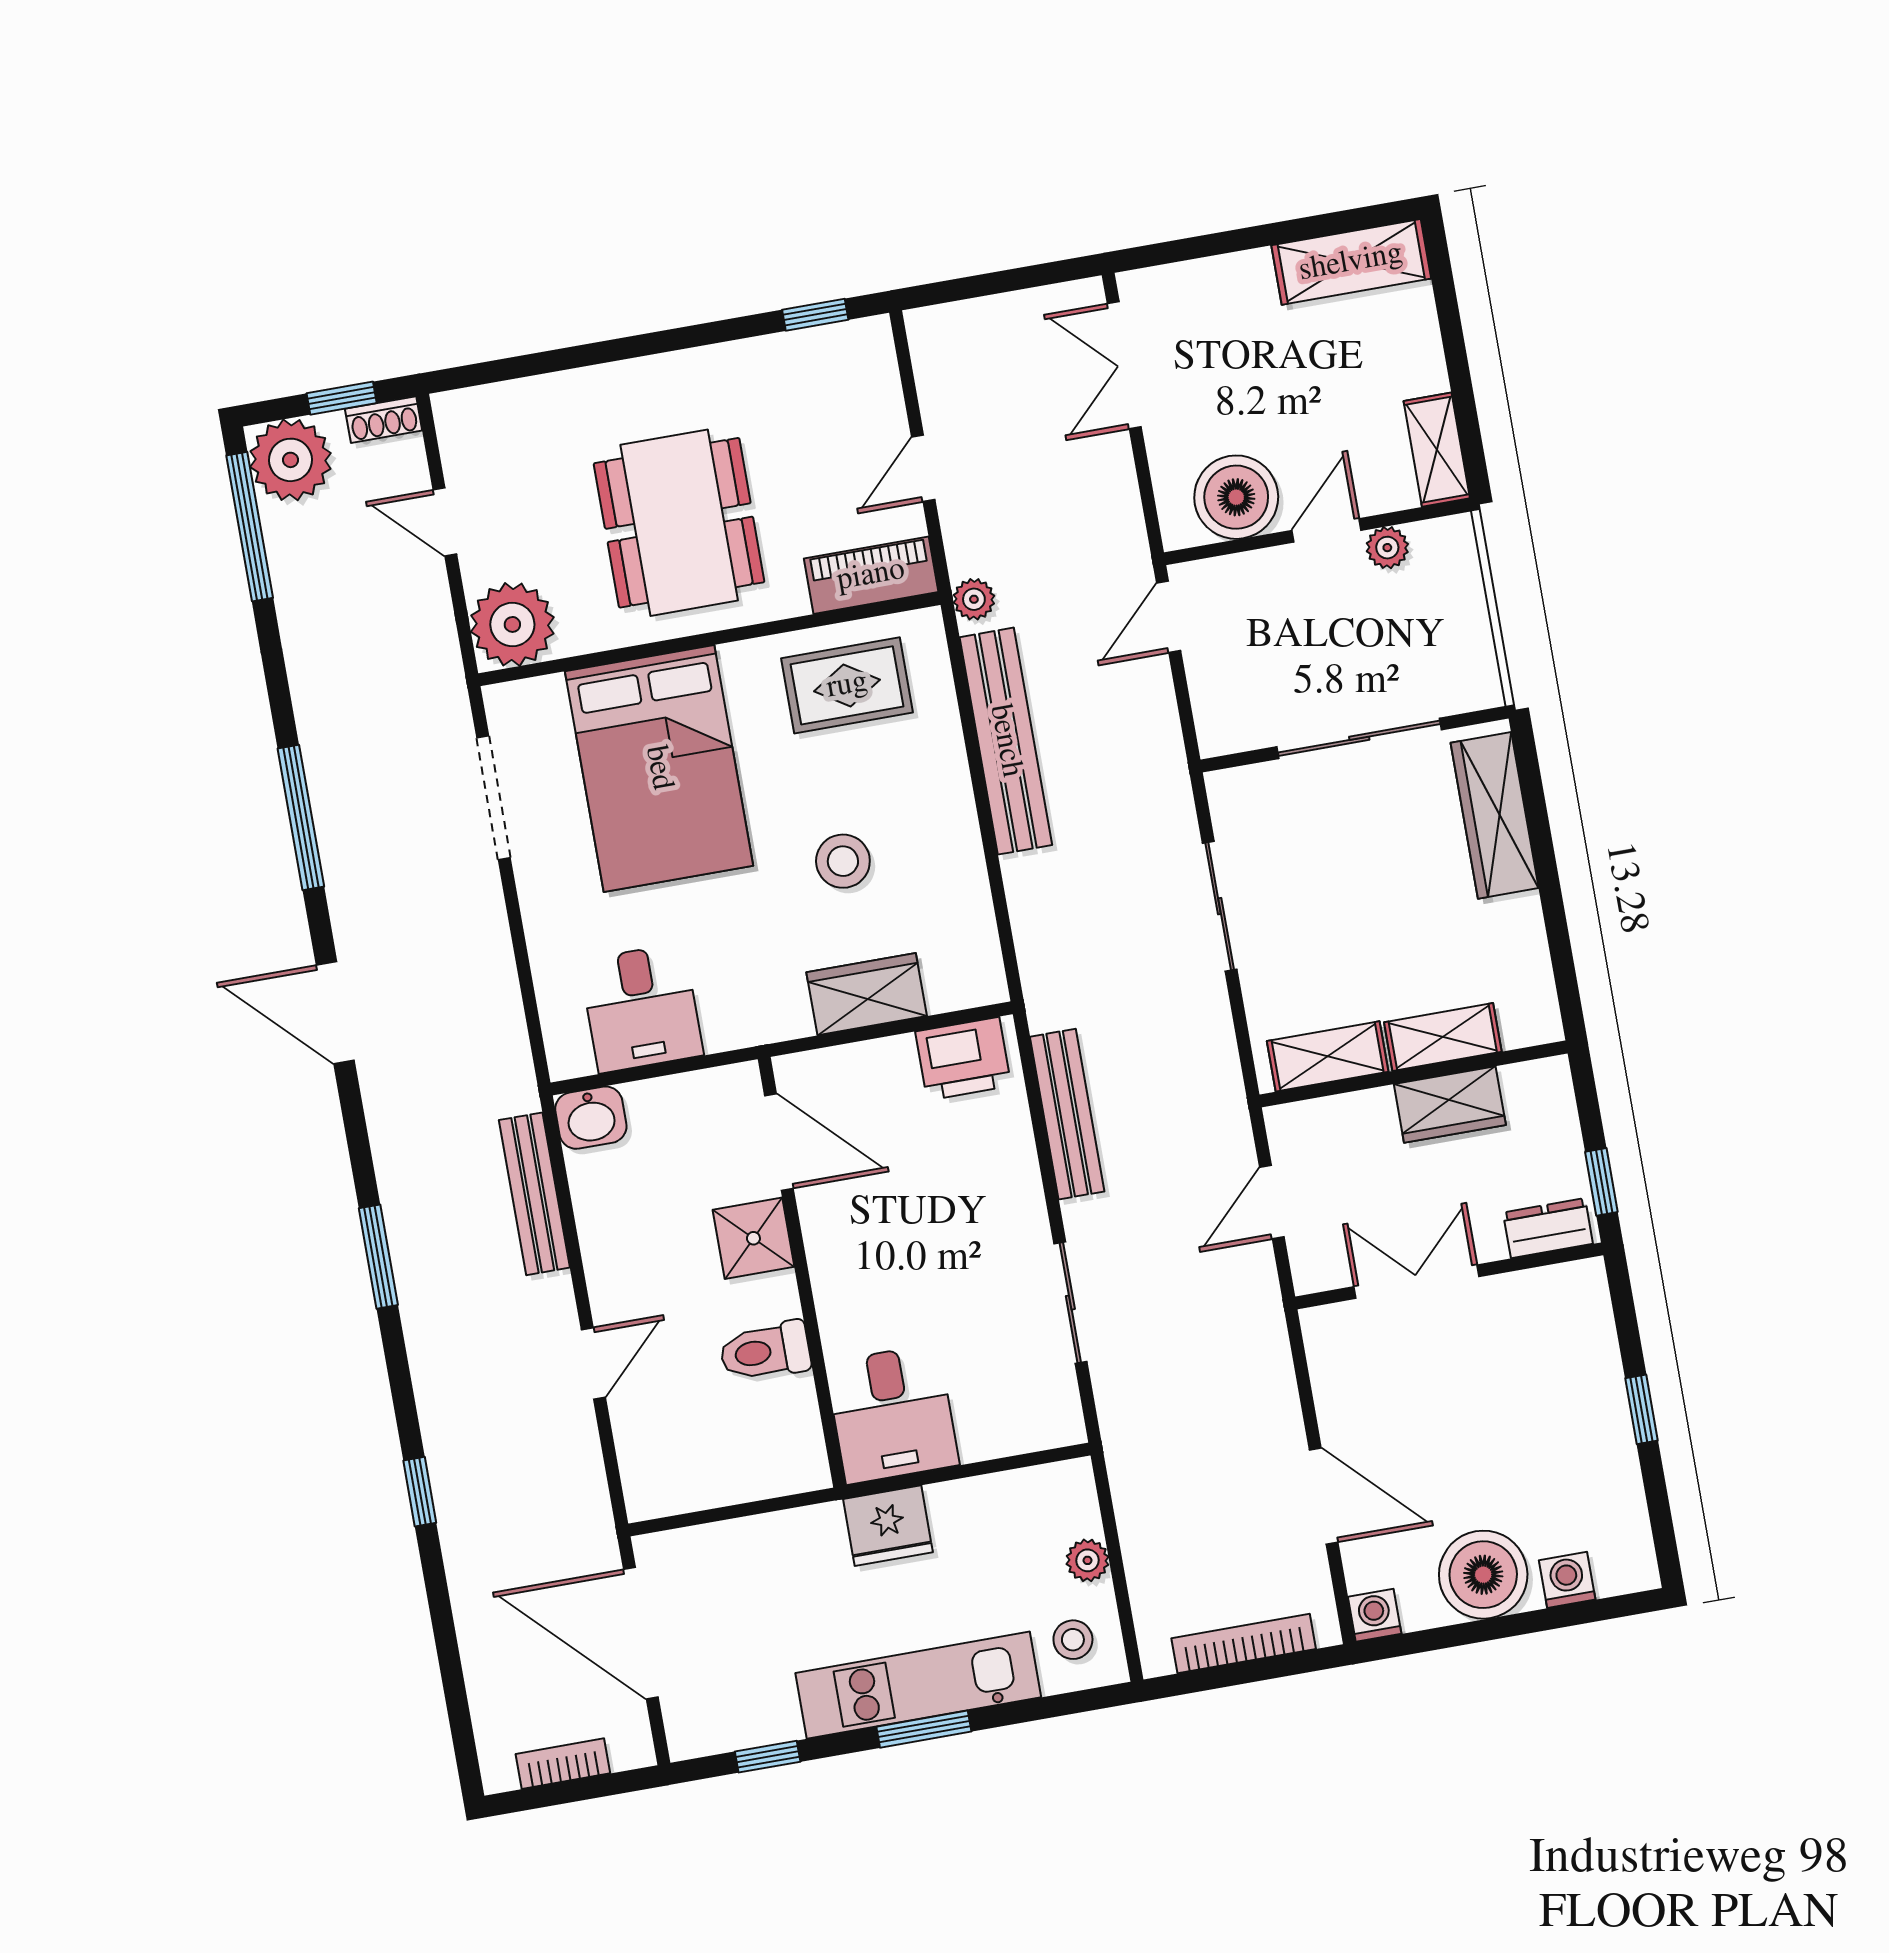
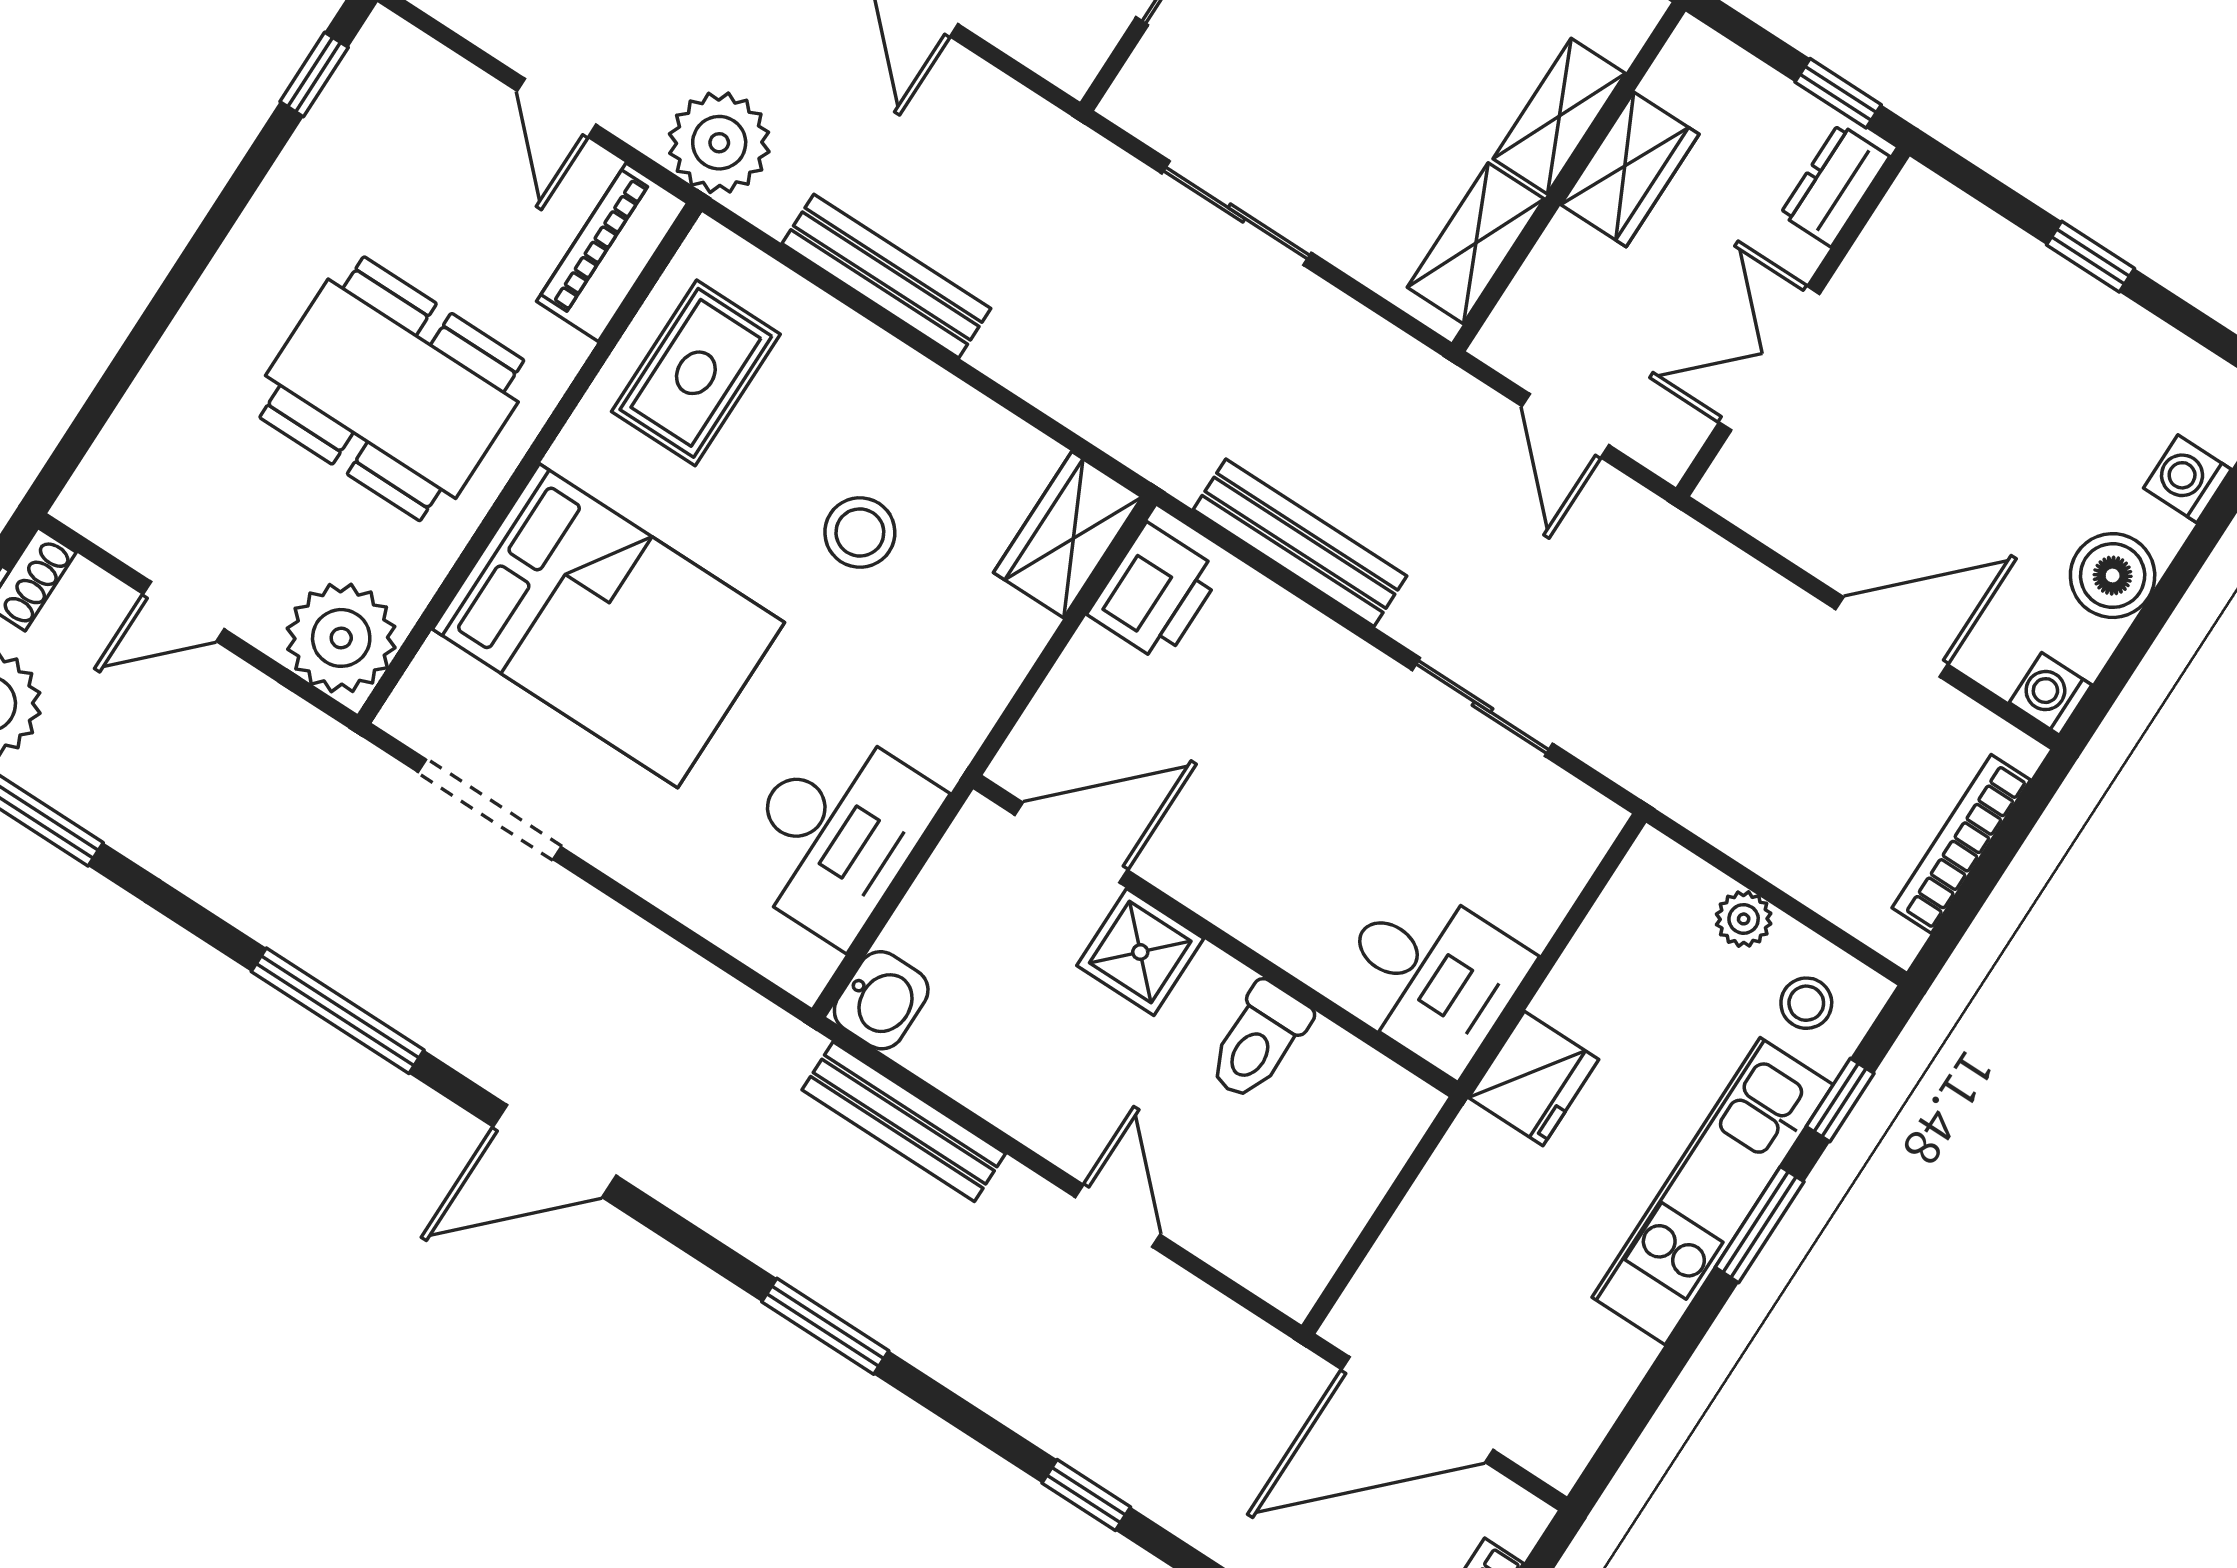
plant: (974, 599) -> (719, 143), width x1.87, depth x1.87
bench: (1006, 741) -> (886, 276), width x0.73, depth x0.82
wardrobe: (867, 994) -> (1068, 535), moved
desk: (641, 1008) -> (835, 833), width x1.37
boiler: (1483, 1575) -> (2113, 576), width x0.73, depth x0.73
window: (768, 1757) -> (1840, 1100), moved

